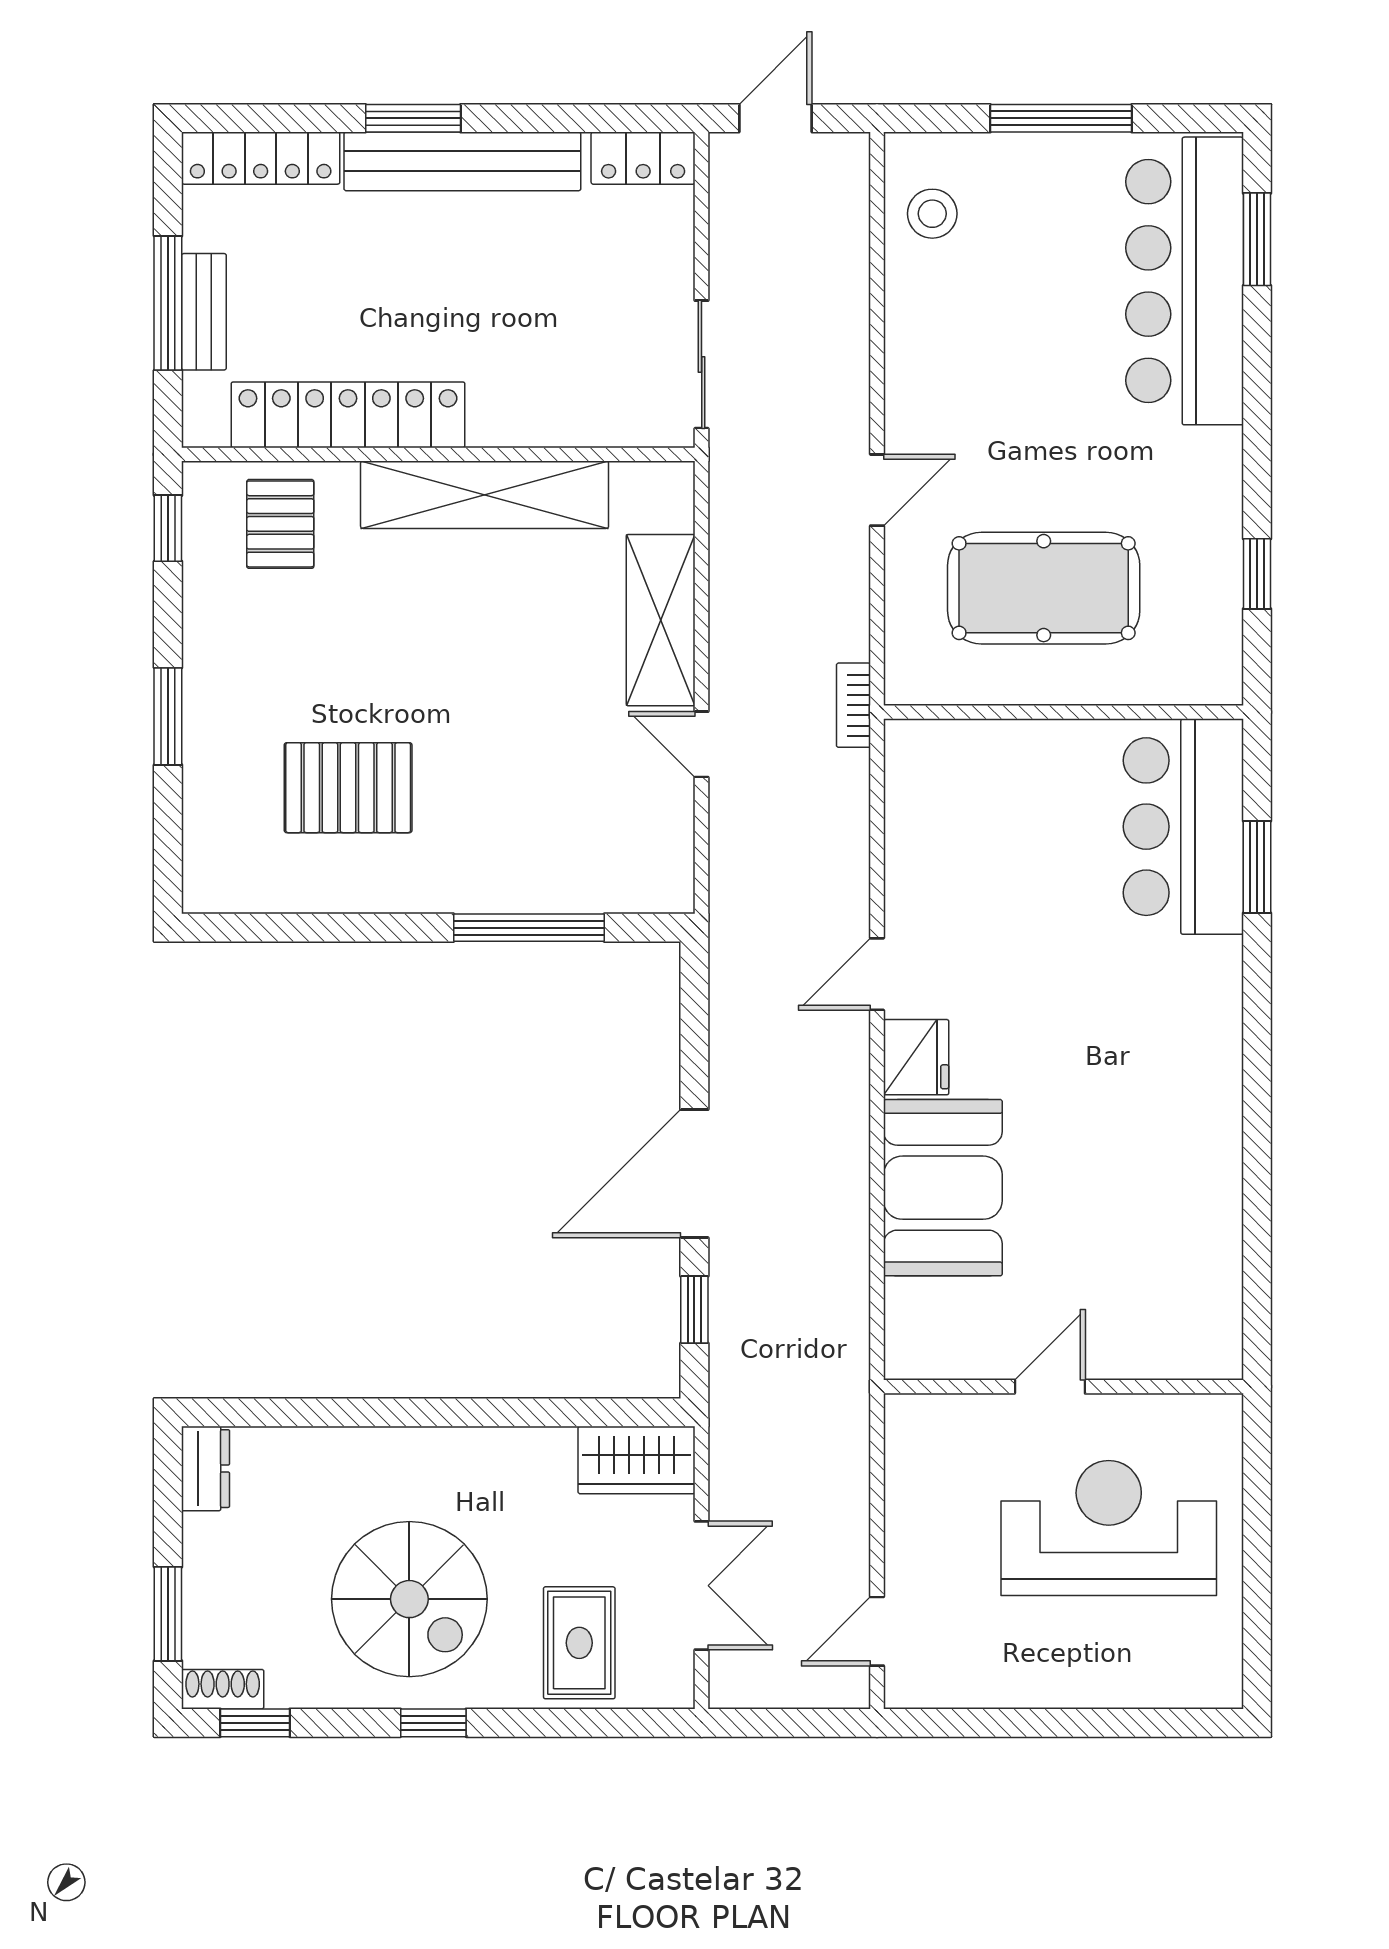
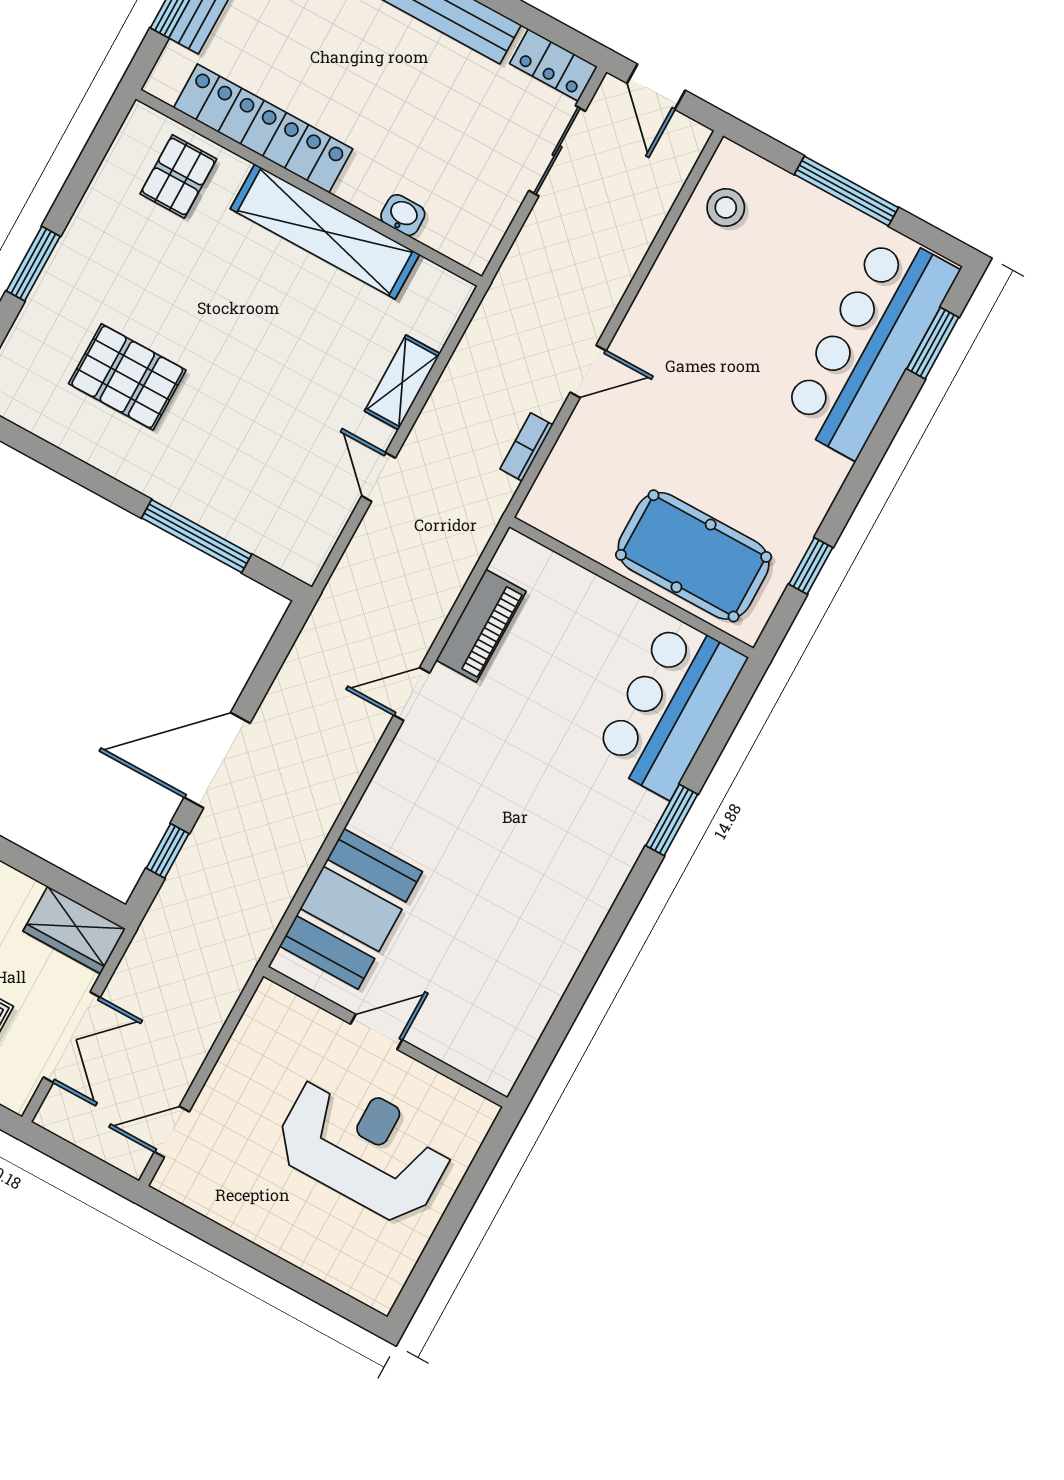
door: (776, 118) -> (656, 87), swing flipped
sliding door: (702, 364) -> (557, 151), moved
washbasin: (564, 427) -> (403, 215), added
window: (168, 528) -> (102, 138), removed
pool table: (1044, 588) -> (694, 556), moved
shelving: (661, 620) -> (402, 382), width x0.67, depth x0.75
bookcase: (853, 705) -> (526, 447), moved
piano: (914, 852) -> (481, 626), added
window: (1257, 867) -> (672, 820), moved
fridge: (916, 1057) -> (407, 764), removed
booth: (943, 1188) -> (351, 909), moved

